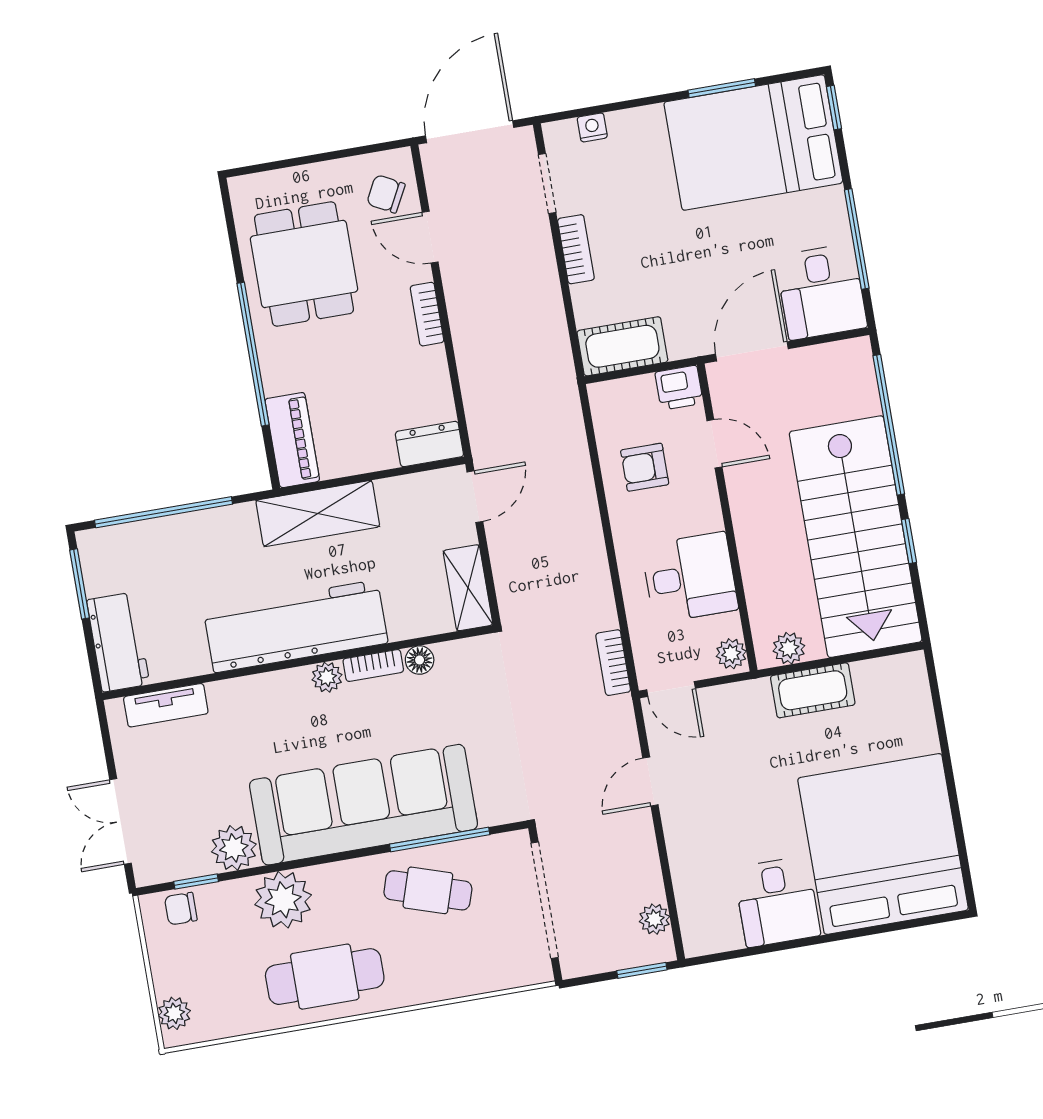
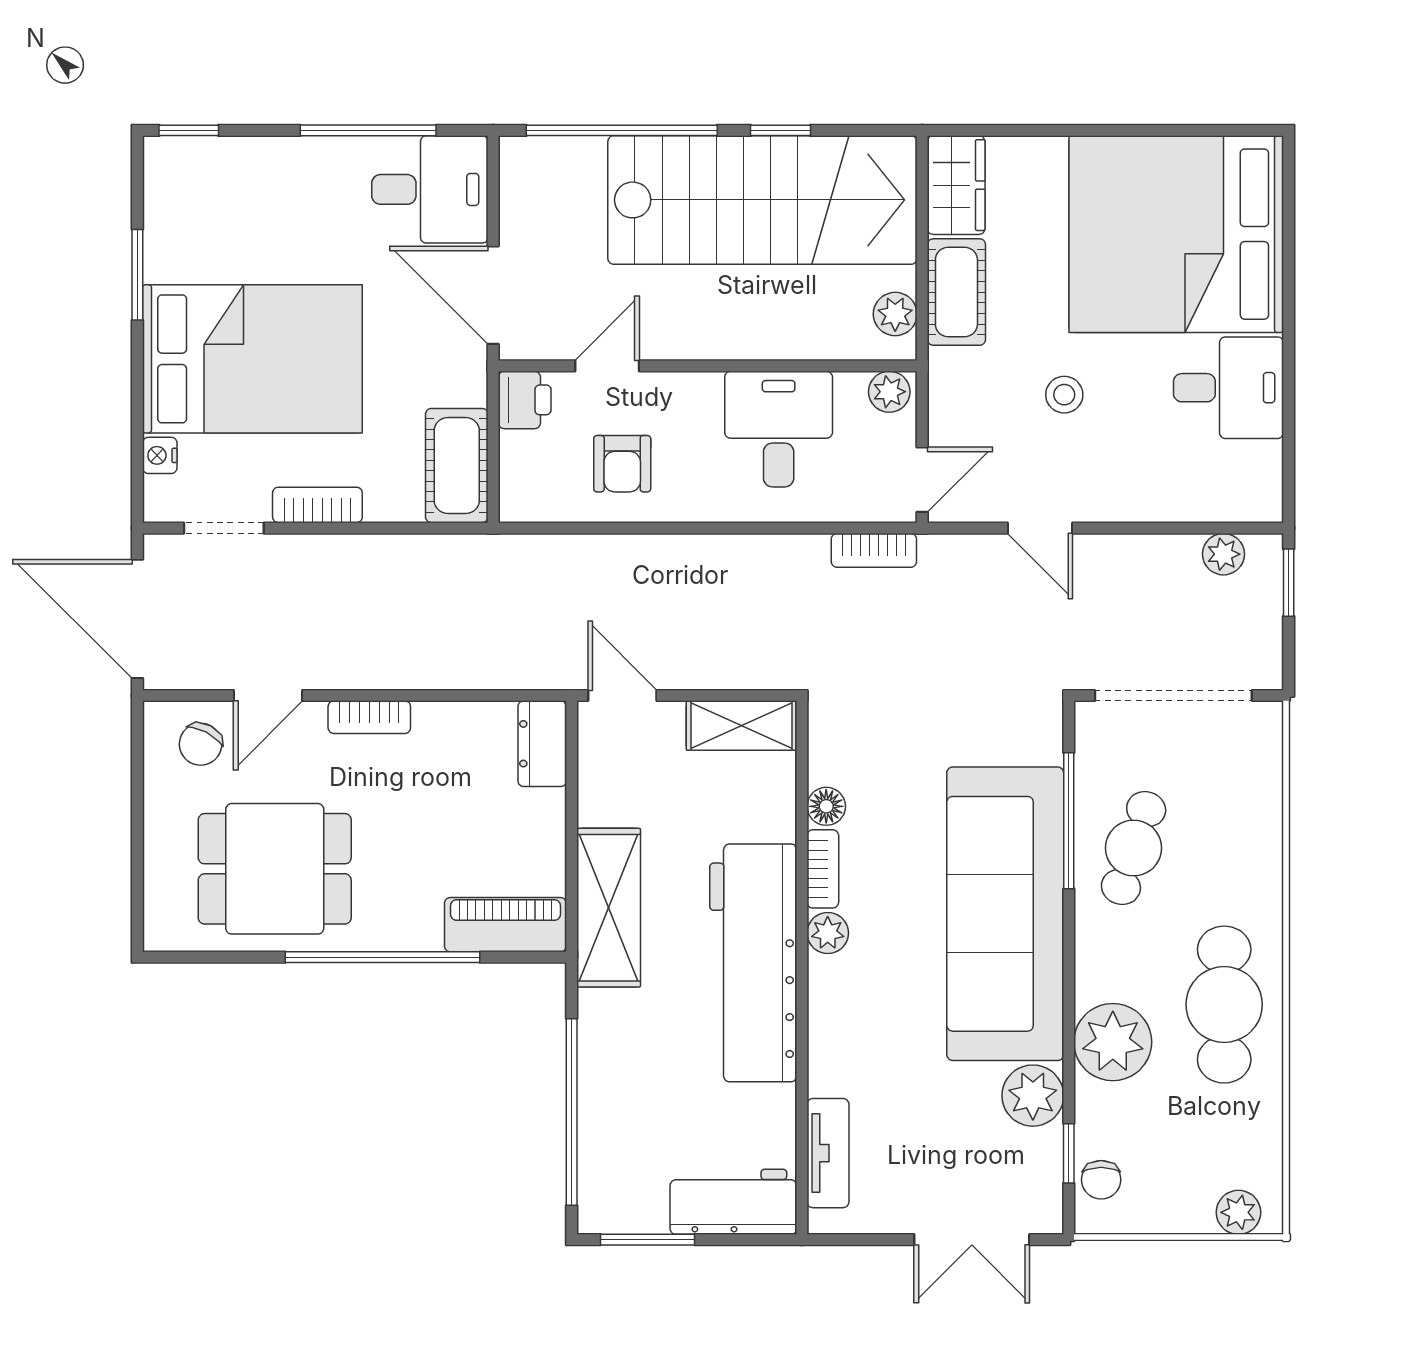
bed: (753, 143) -> (252, 359), moved, turned -90
wardrobe: (891, 677) -> (956, 185), added
stool: (751, 782) -> (1064, 395), added

